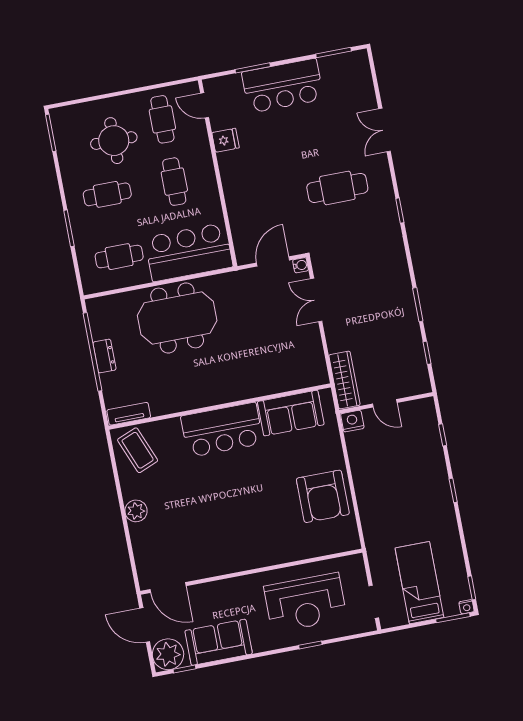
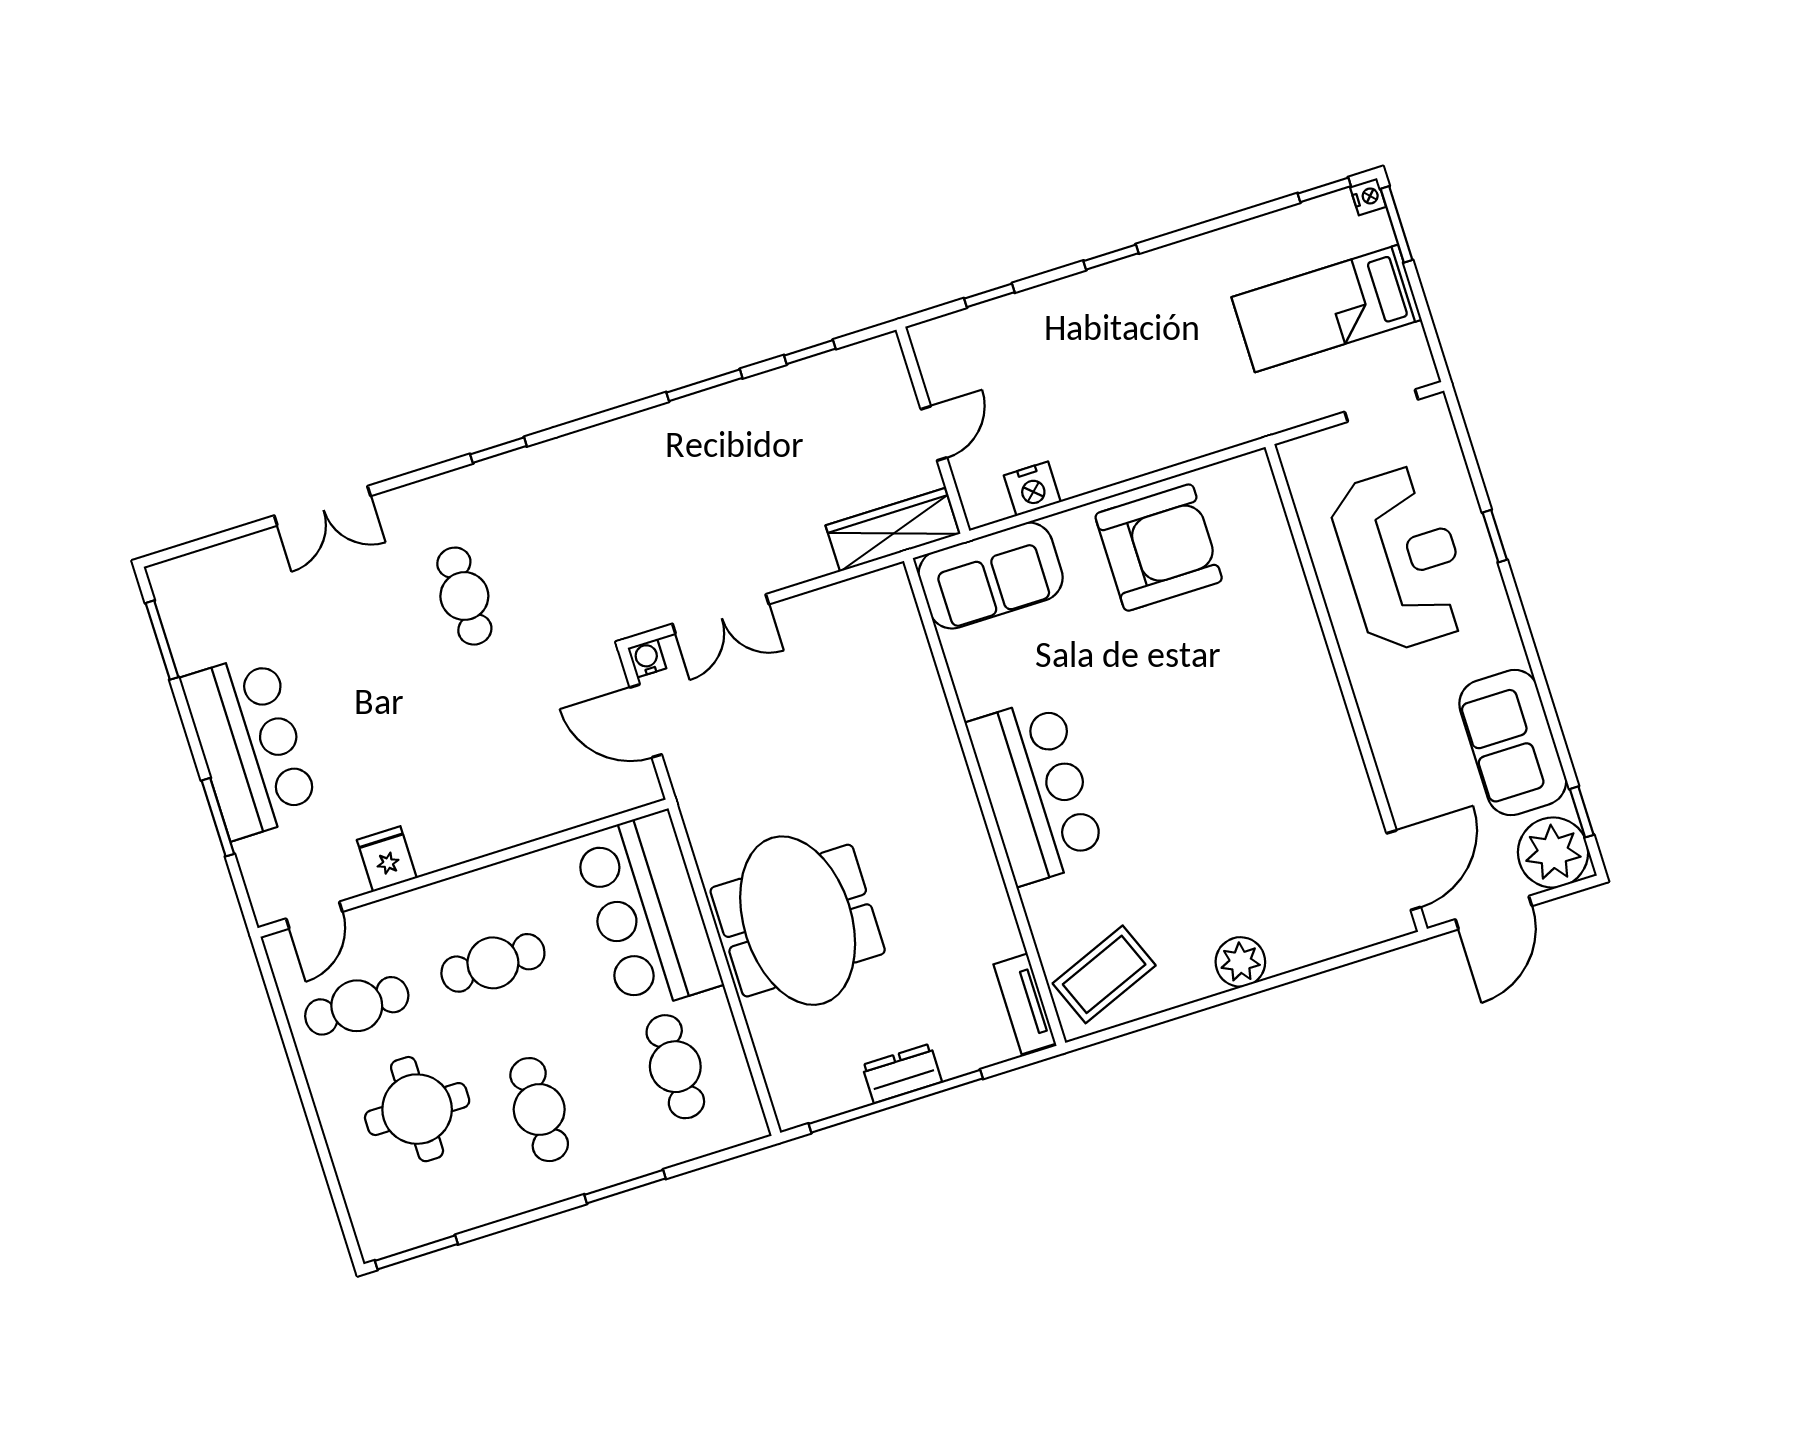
cafe table: (337, 188) -> (464, 596), width x0.73, depth x0.74
sofa: (291, 413) -> (991, 576), moved, turned 90
nightstand: (352, 421) -> (1032, 489), moved, turned -90

